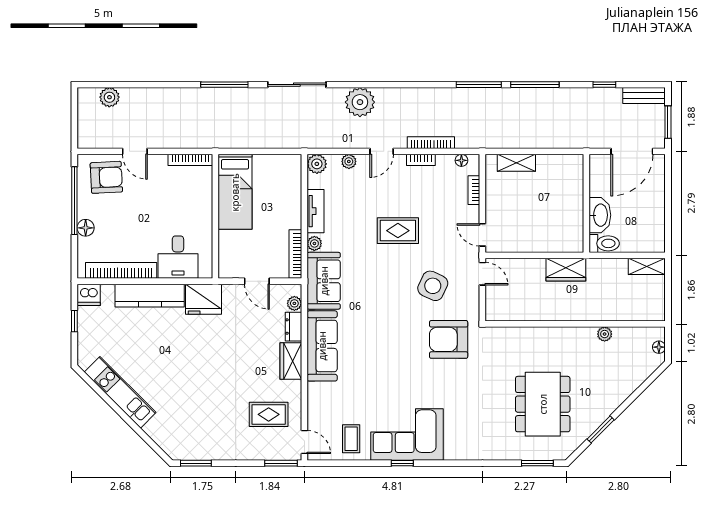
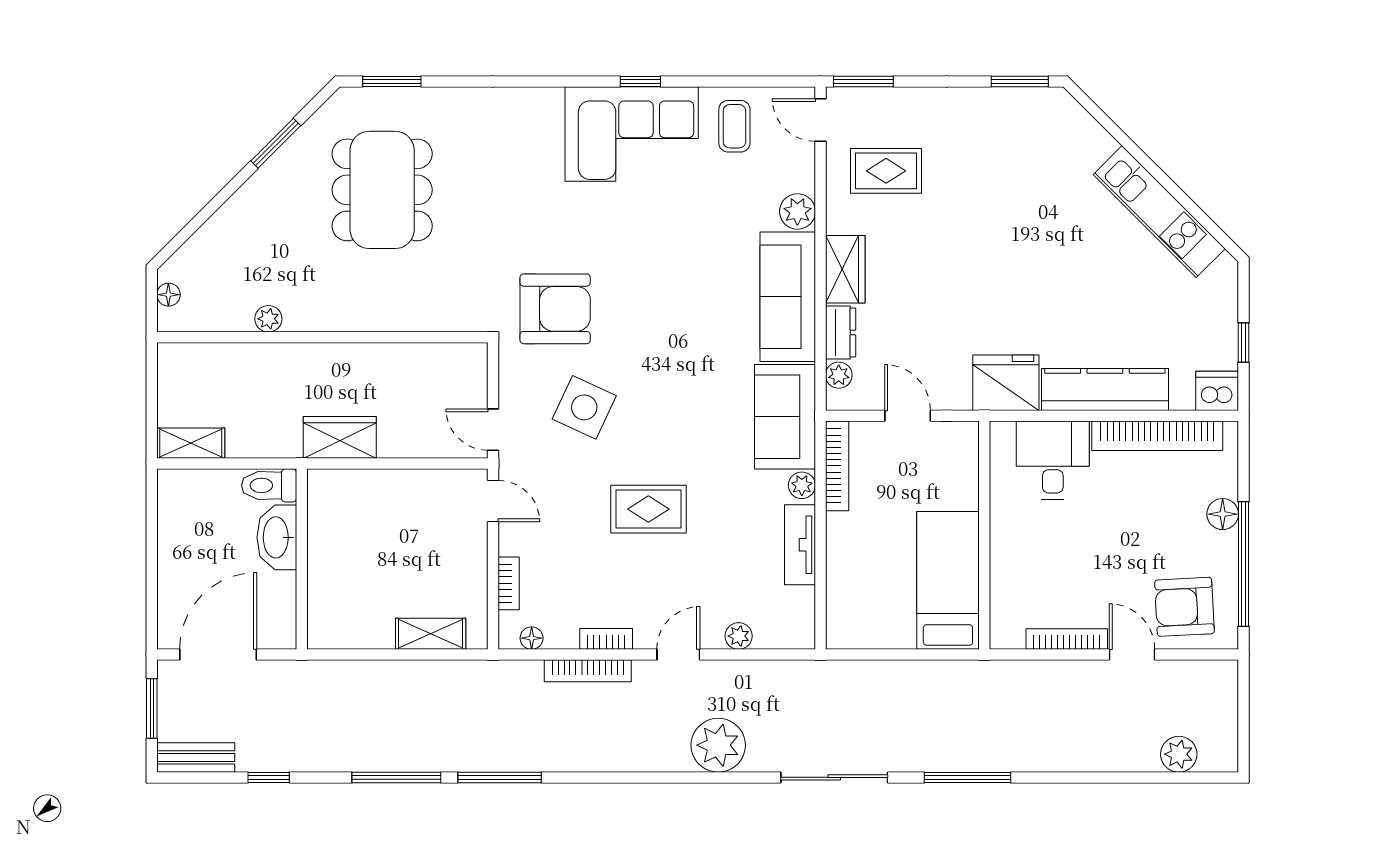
bookcase: (190, 160) -> (1067, 639), moved
plant: (317, 164) -> (797, 211), moved

